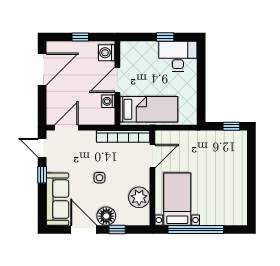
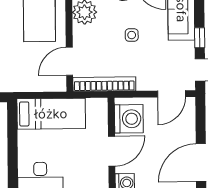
washing machine: (108, 101) -> (129, 119), width x1.89, depth x1.89
bed: (149, 109) -> (51, 114), moved, turned 180

